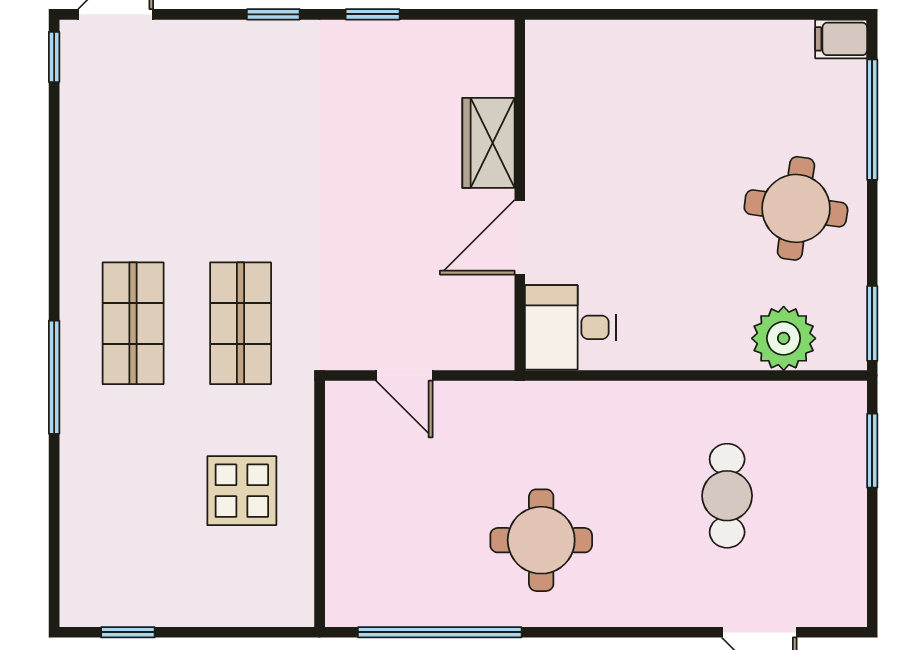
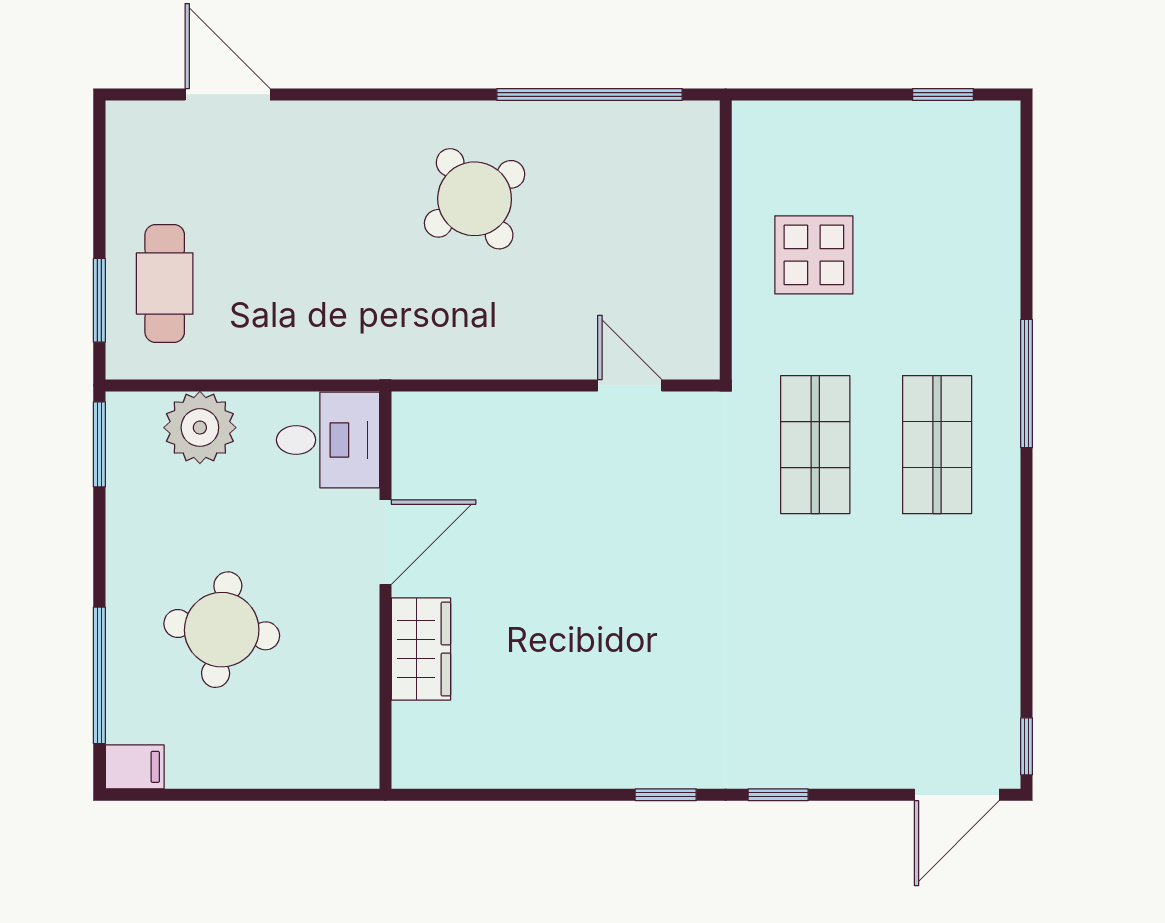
wardrobe: (488, 143) -> (421, 649), moved
wall: (520, 195) -> (385, 590), moved
round table: (796, 208) -> (222, 630), moved
door: (520, 237) -> (385, 542), moved
desk: (570, 327) -> (328, 440), moved
cafe table: (727, 496) -> (165, 283), moved
round table: (541, 540) -> (475, 199), turned -34

